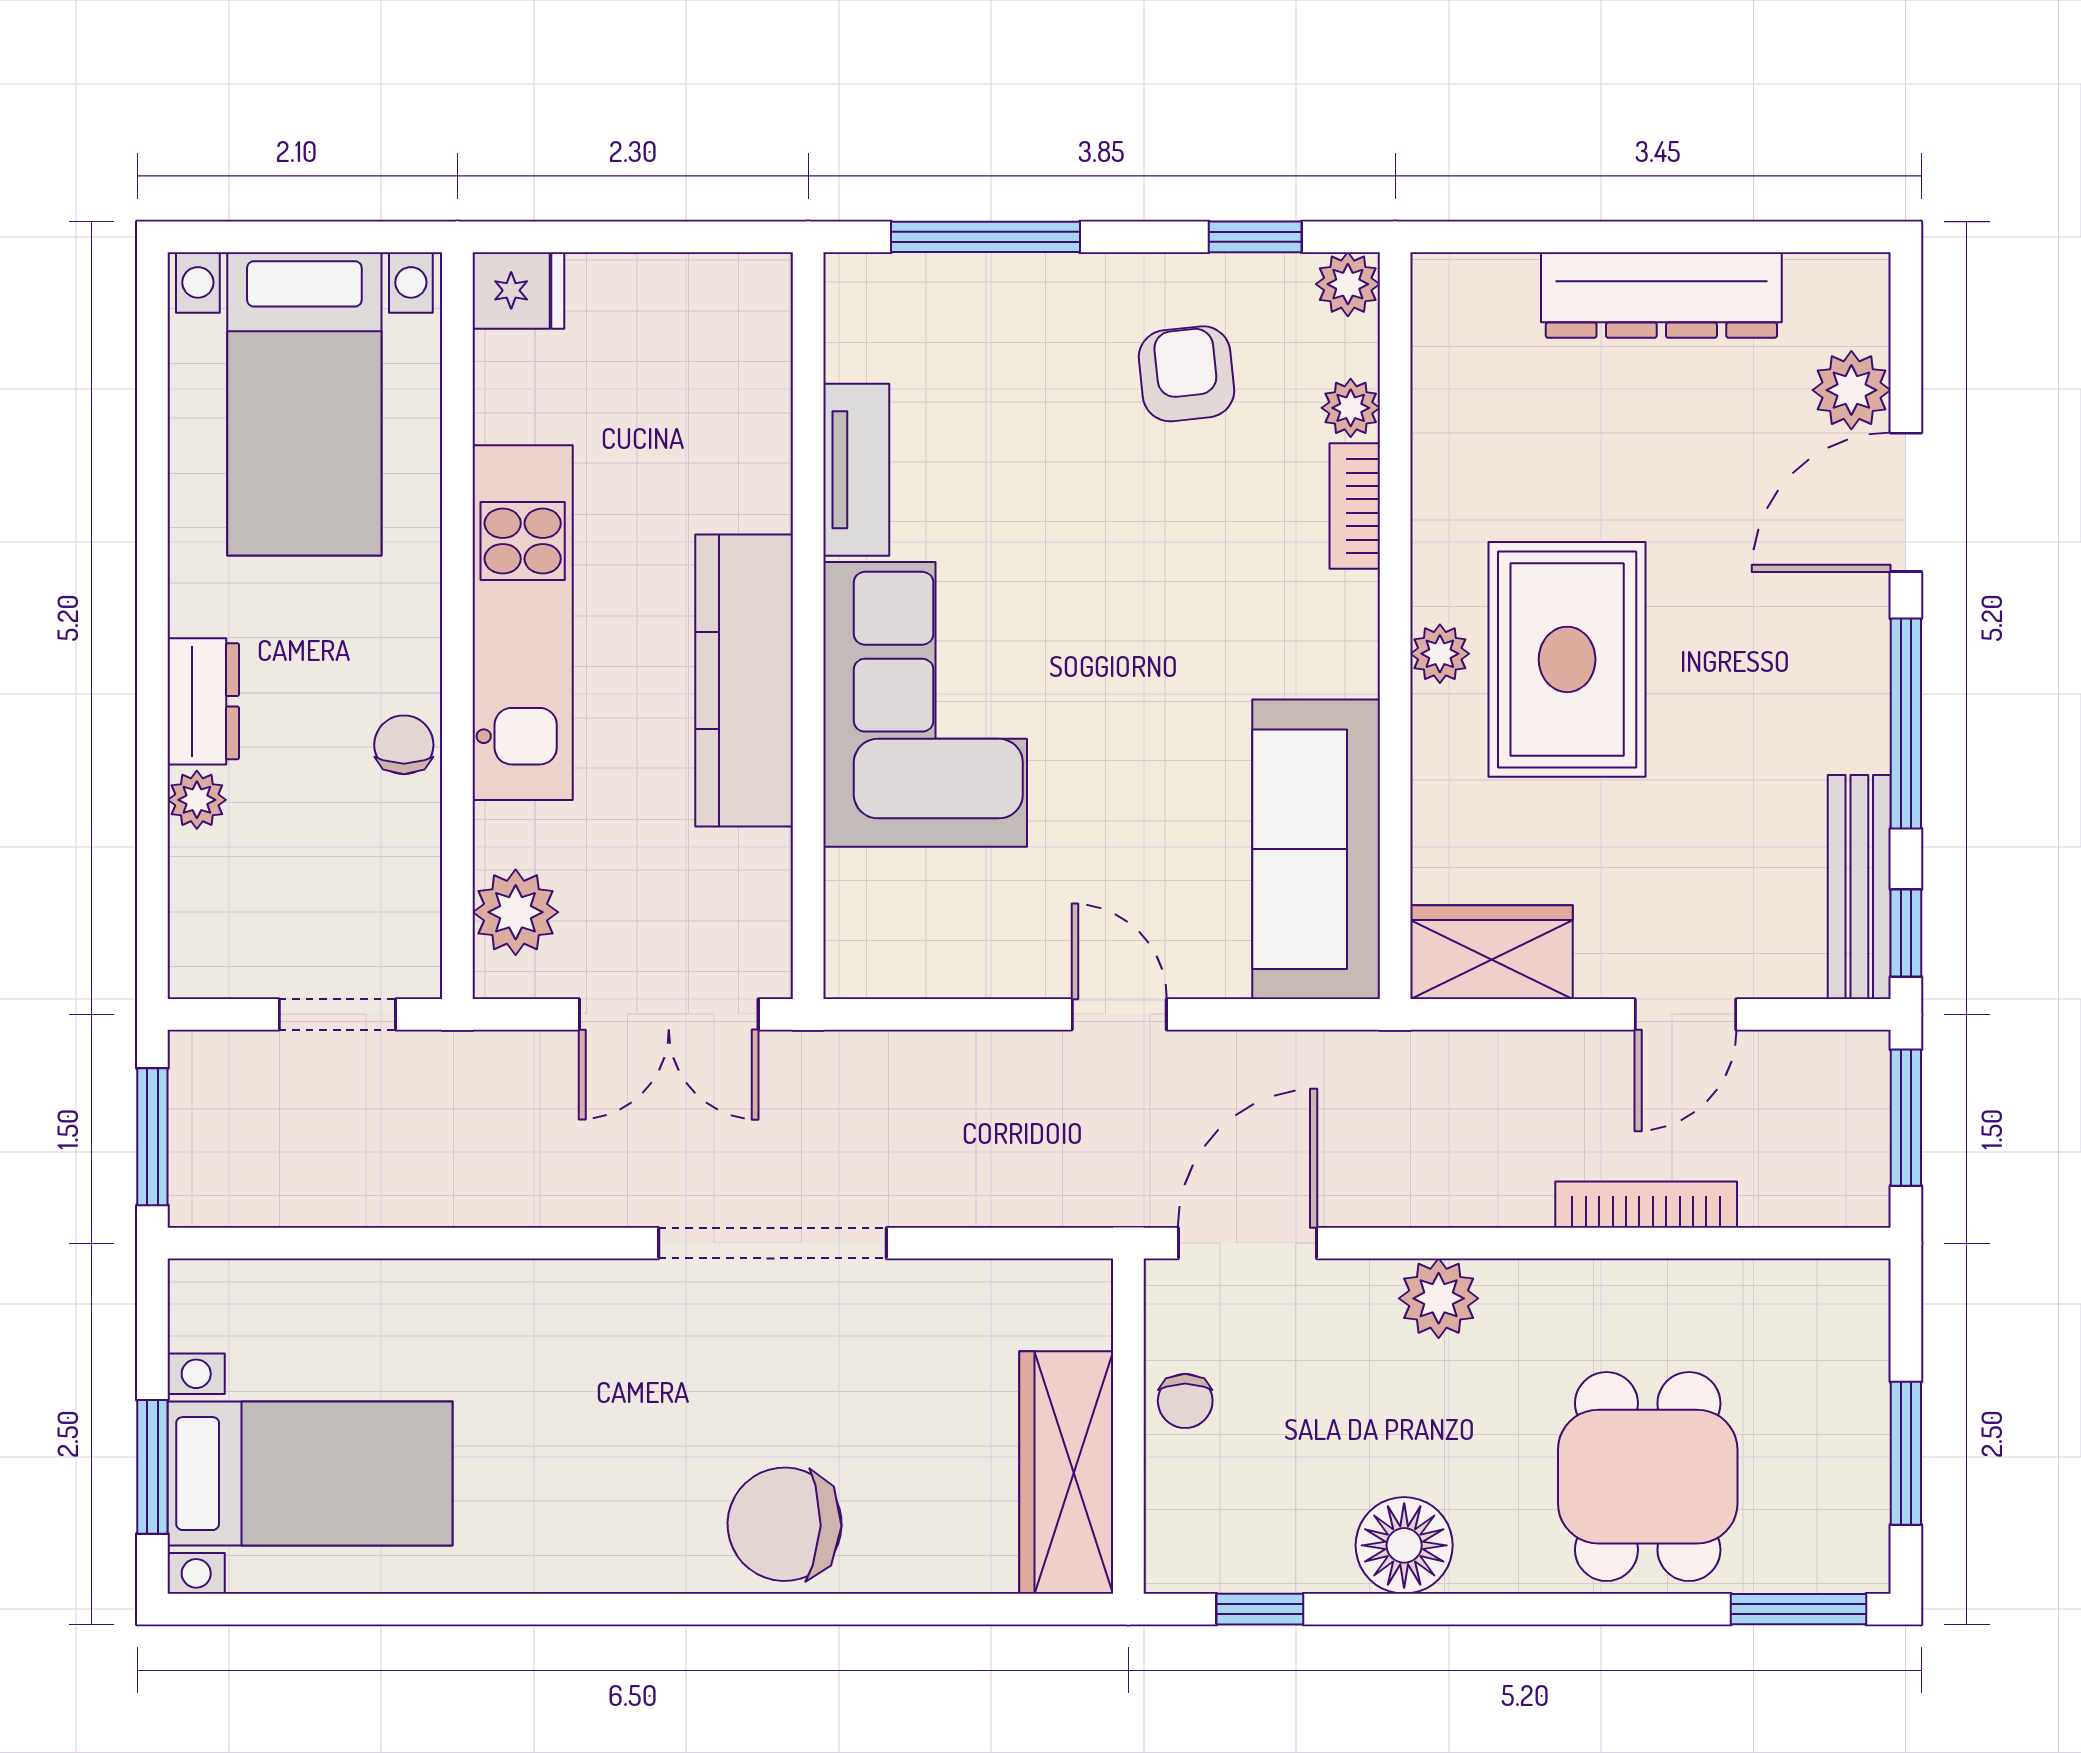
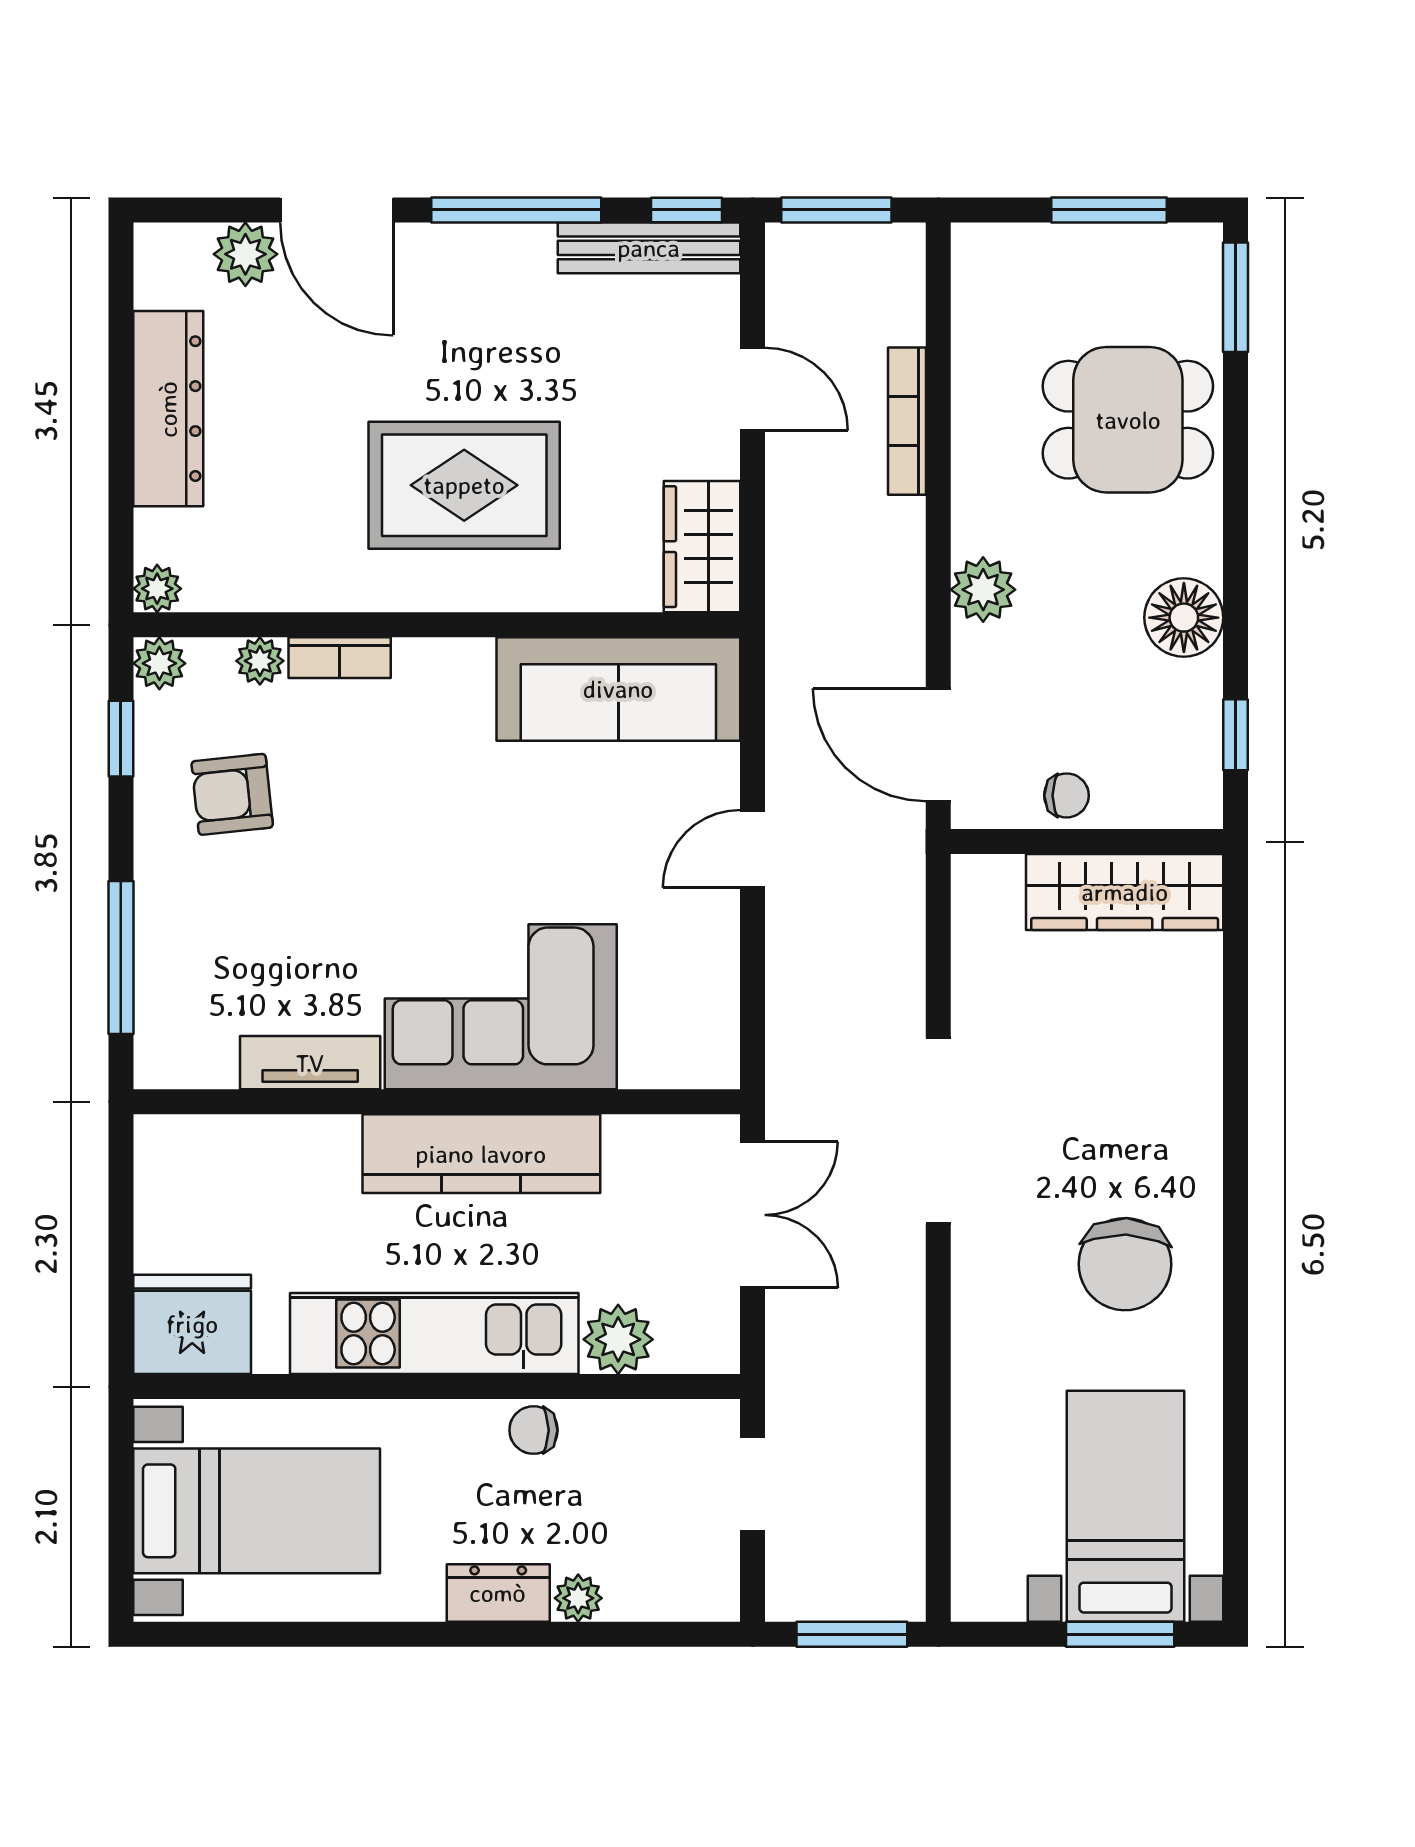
fridge: (518, 290) -> (192, 1324), width x1.88, depth x1.34
plant: (1440, 654) -> (157, 589), moved
plant: (516, 912) -> (618, 1339), moved
chair: (785, 1524) -> (1125, 1264), moved

